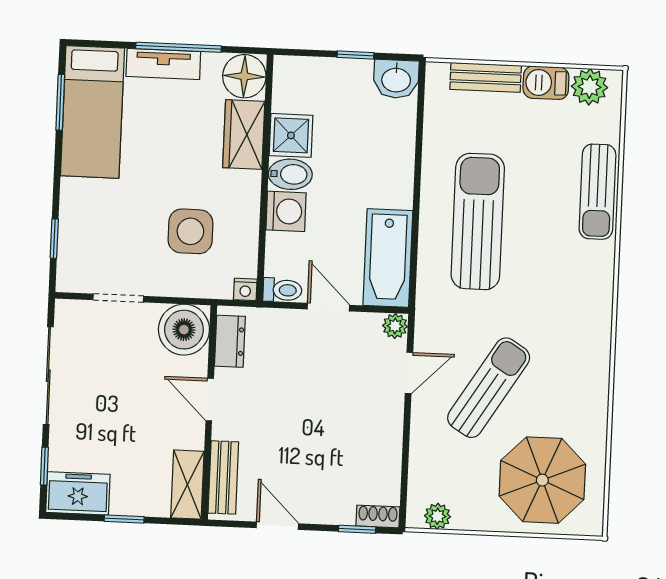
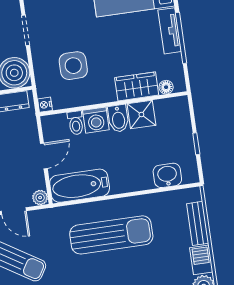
floor lamp: (244, 76) -> (166, 87), width x0.53, depth x0.53
washbasin: (396, 79) -> (167, 175), moved, turned 90
toilet: (282, 290) -> (76, 123), moved

